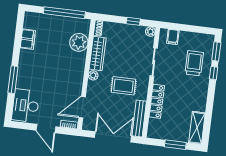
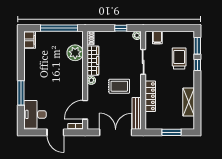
filing cabinet: (28, 39) -> (30, 40), moved
shelving: (197, 128) -> (189, 102), moved

